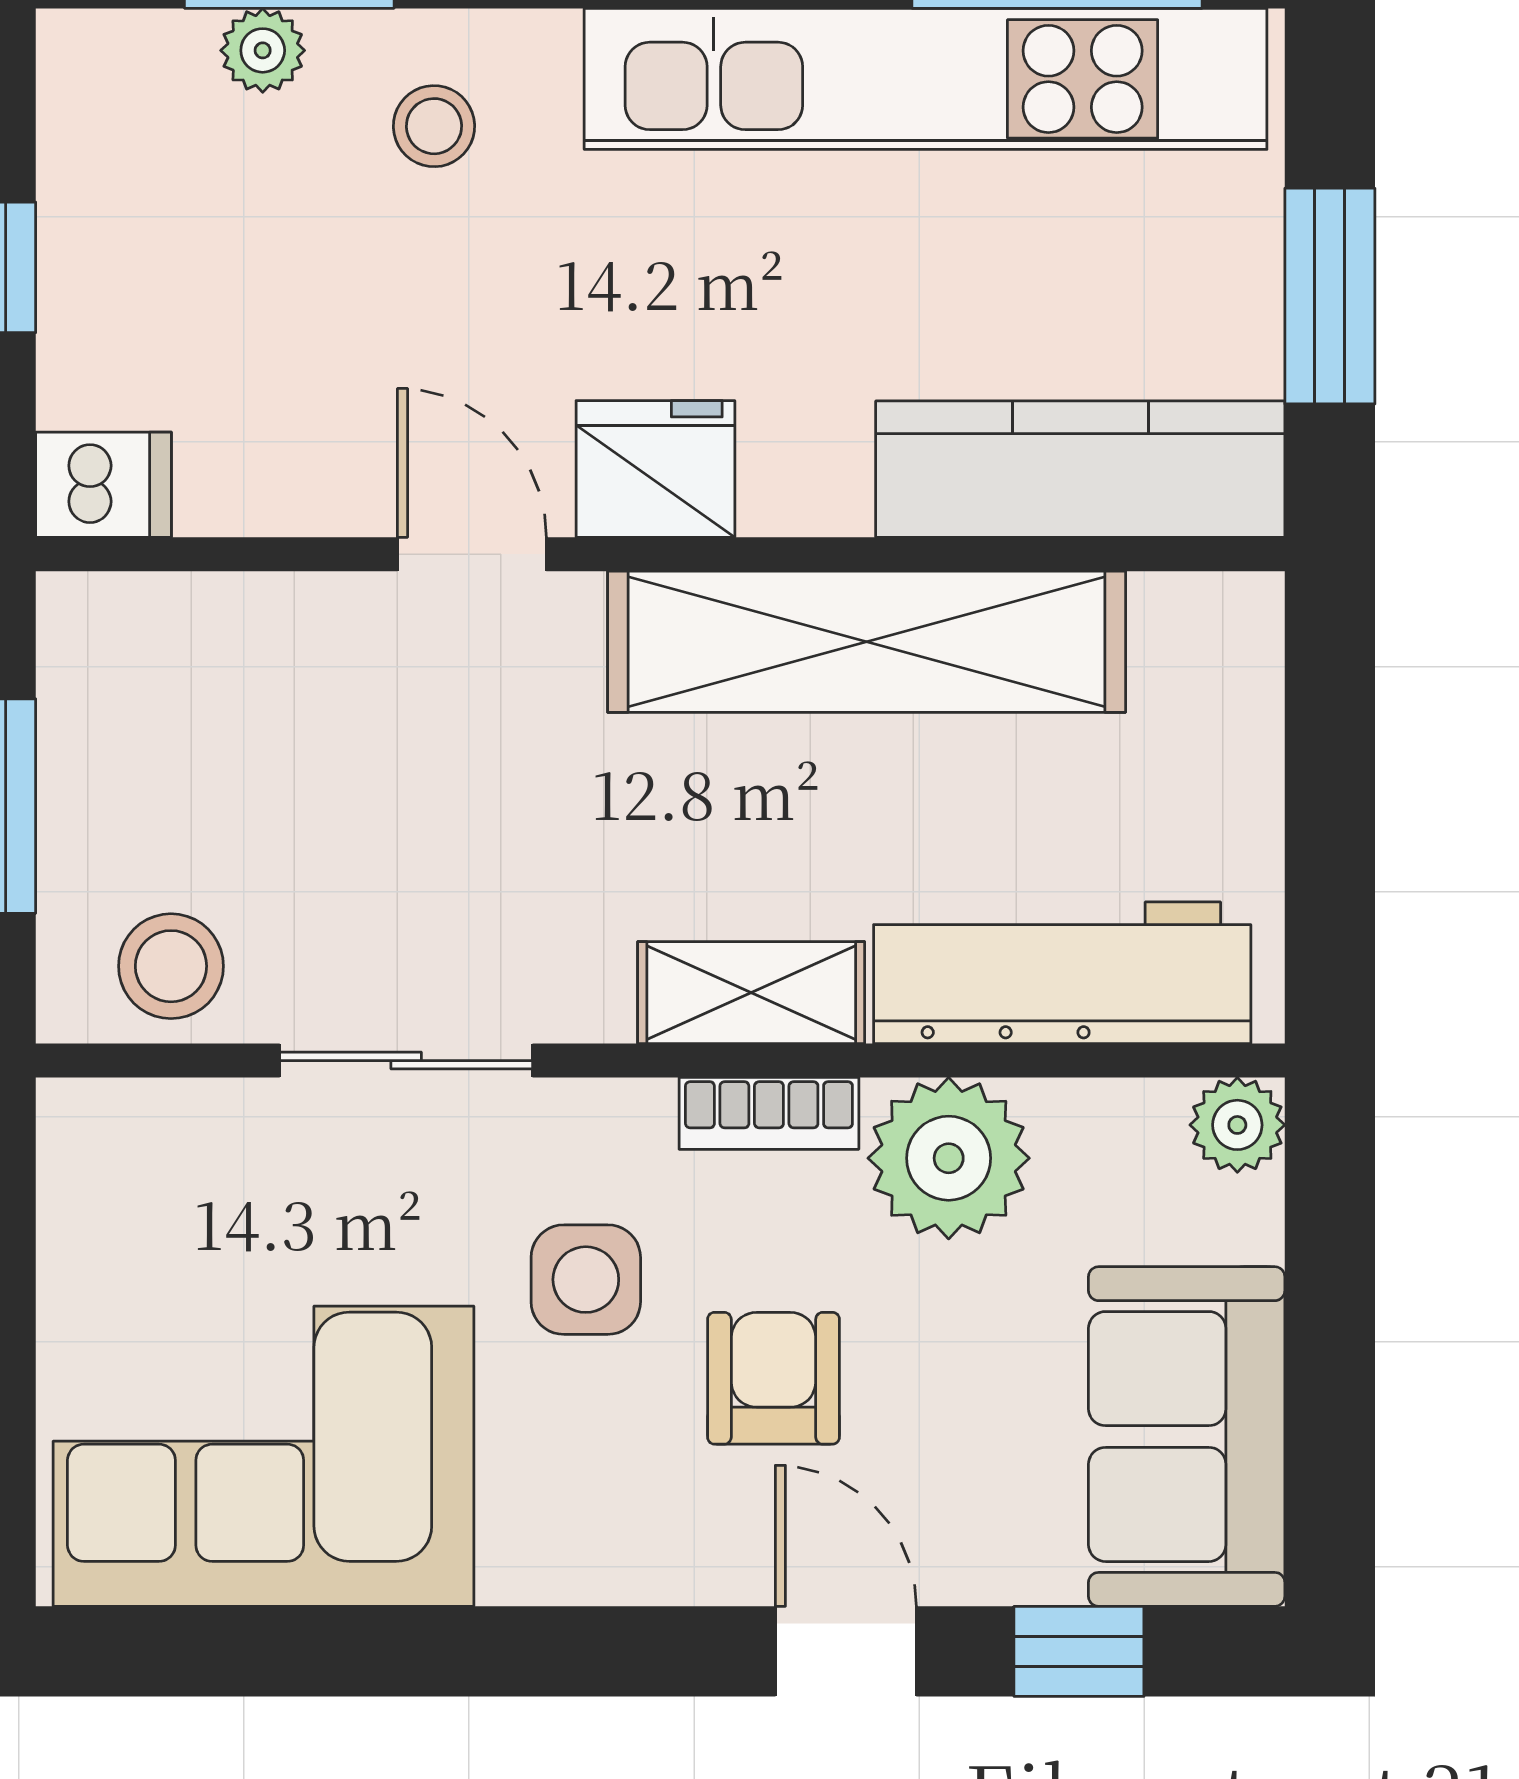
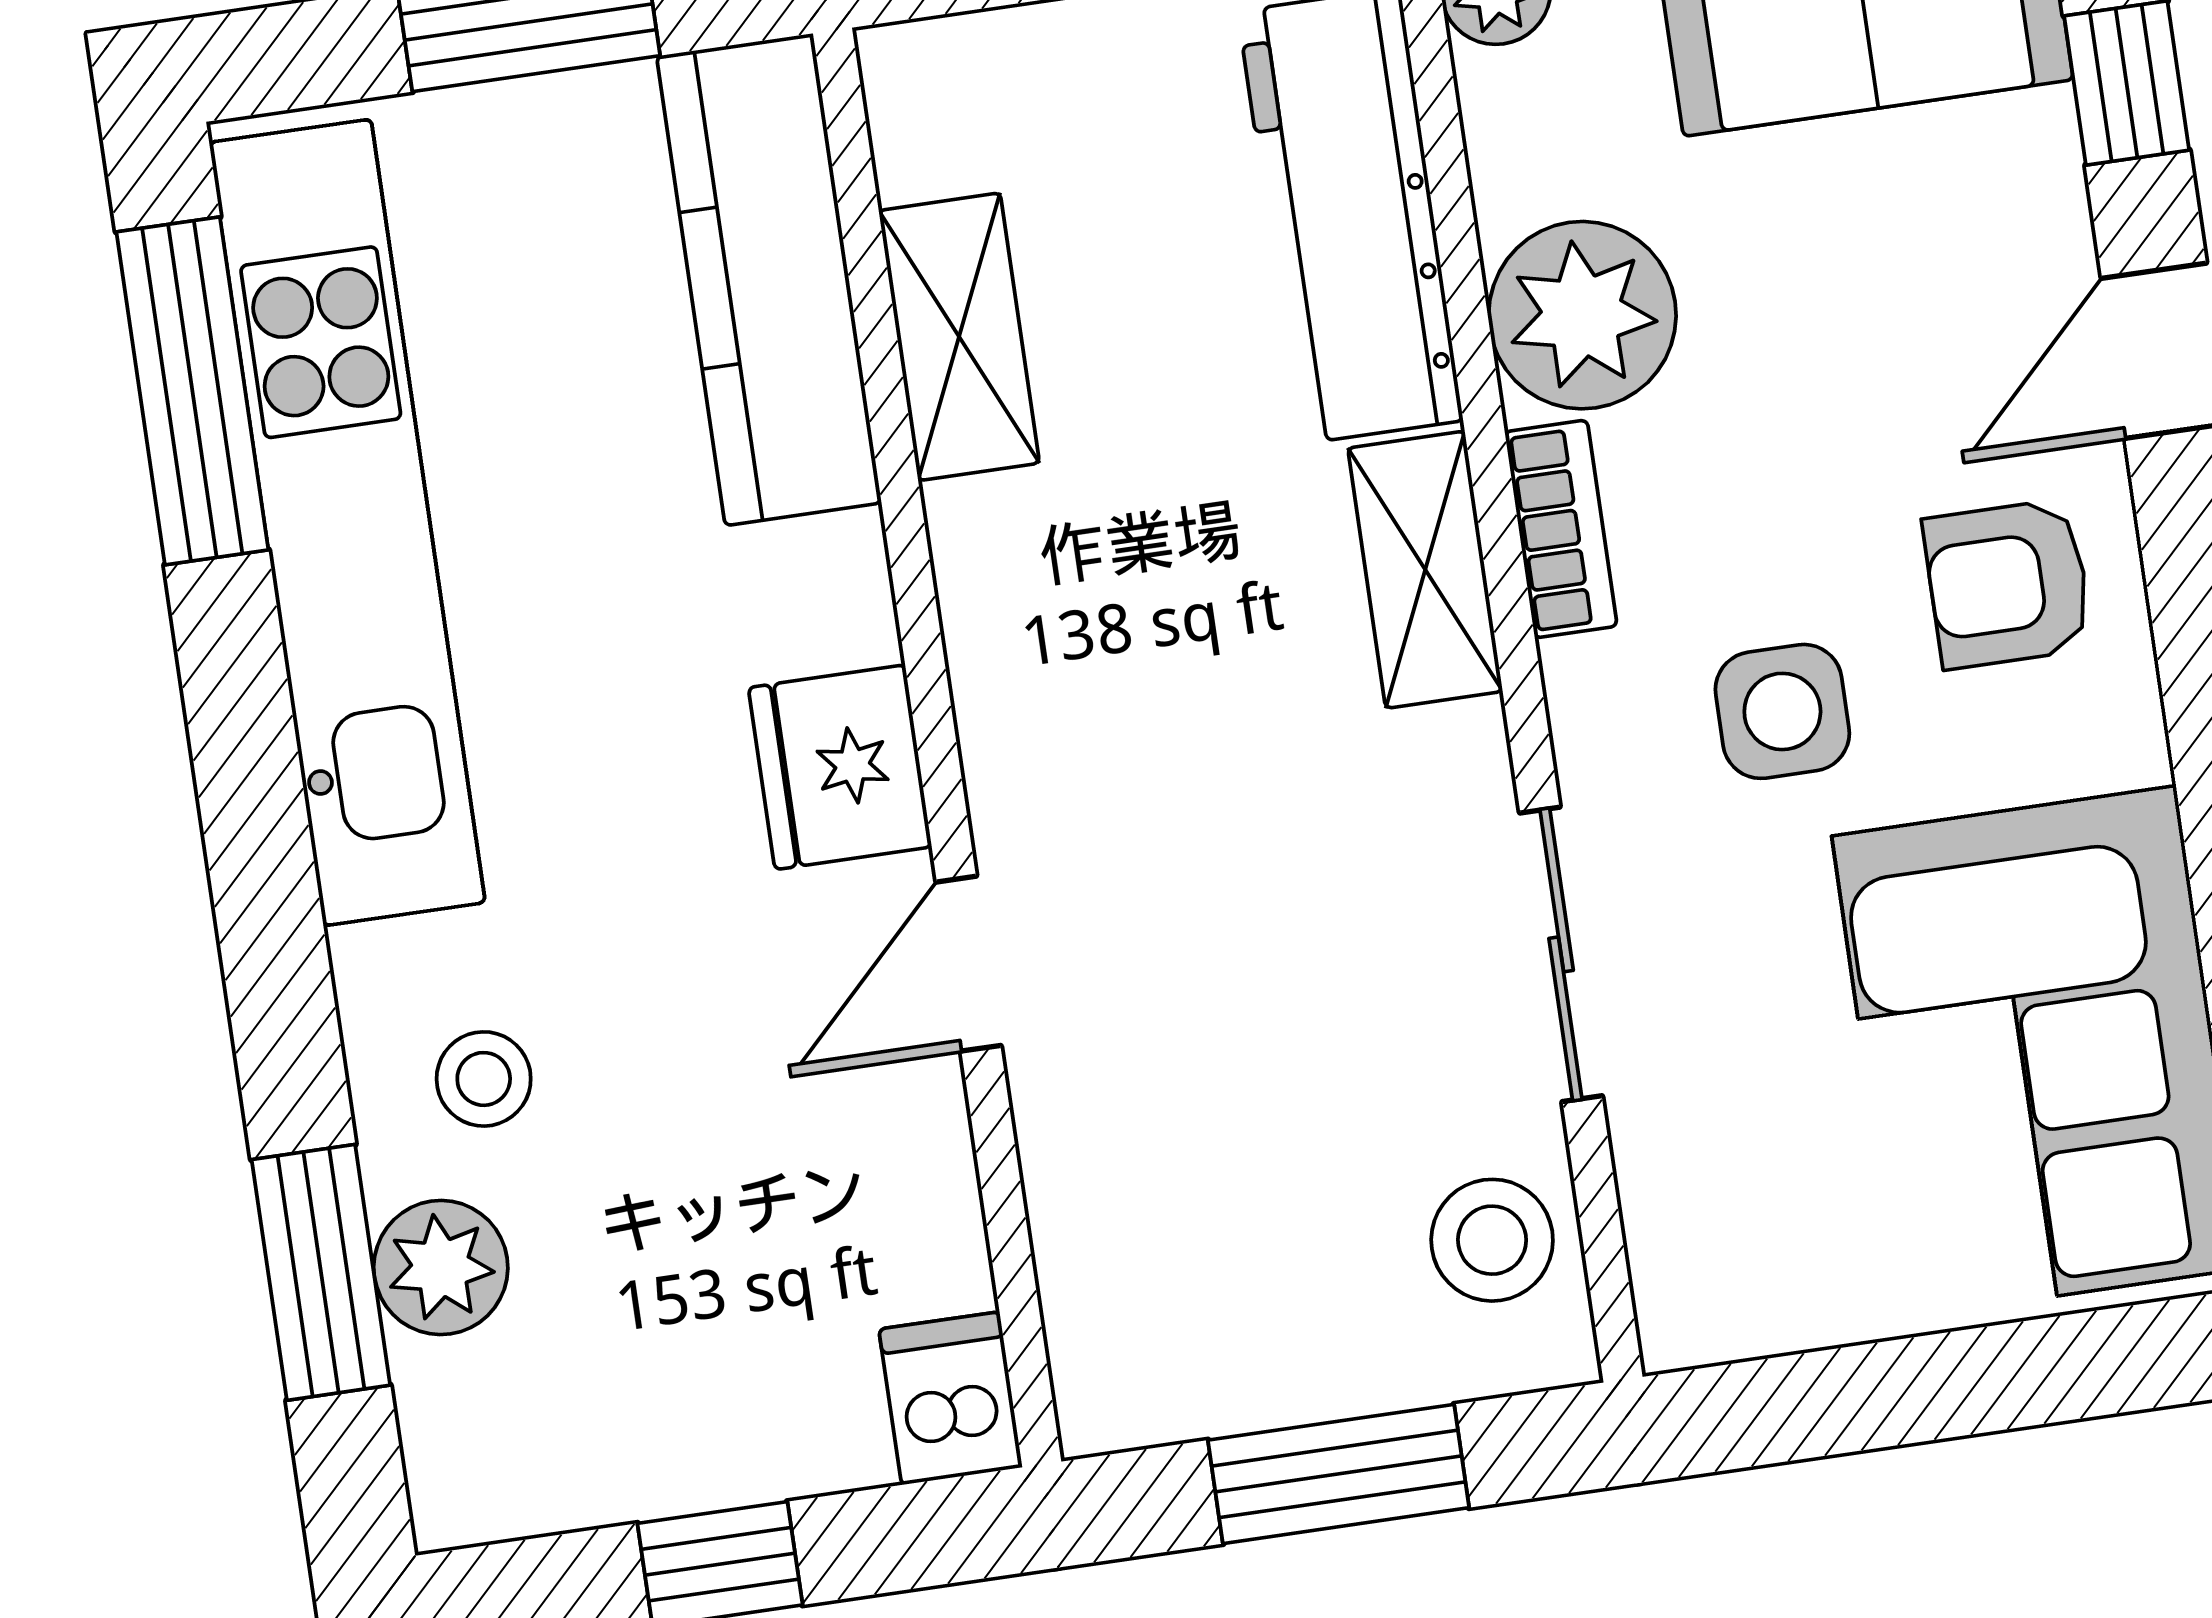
plant: (263, 50) -> (441, 1268), width x1.38, depth x1.38
shelving: (867, 642) -> (959, 337), width x0.45, depth x0.75
armchair: (773, 1378) -> (2008, 584), moved

